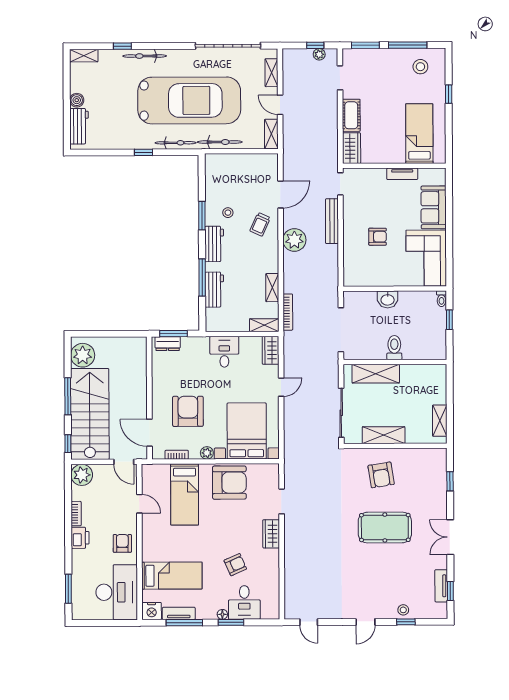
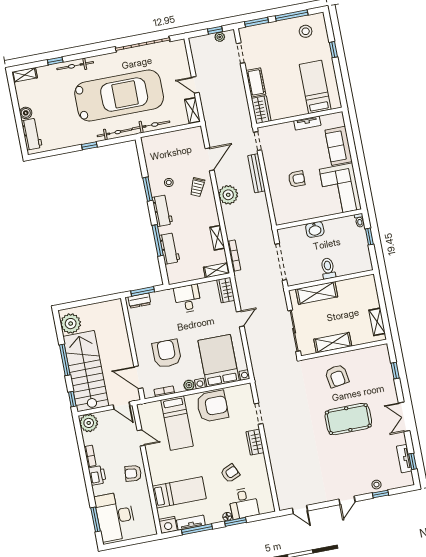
shelving: (271, 73) -> (183, 60), removed
armchair: (122, 543) -> (133, 473), turned -84
desk: (117, 592) -> (115, 516), moved, turned 180

